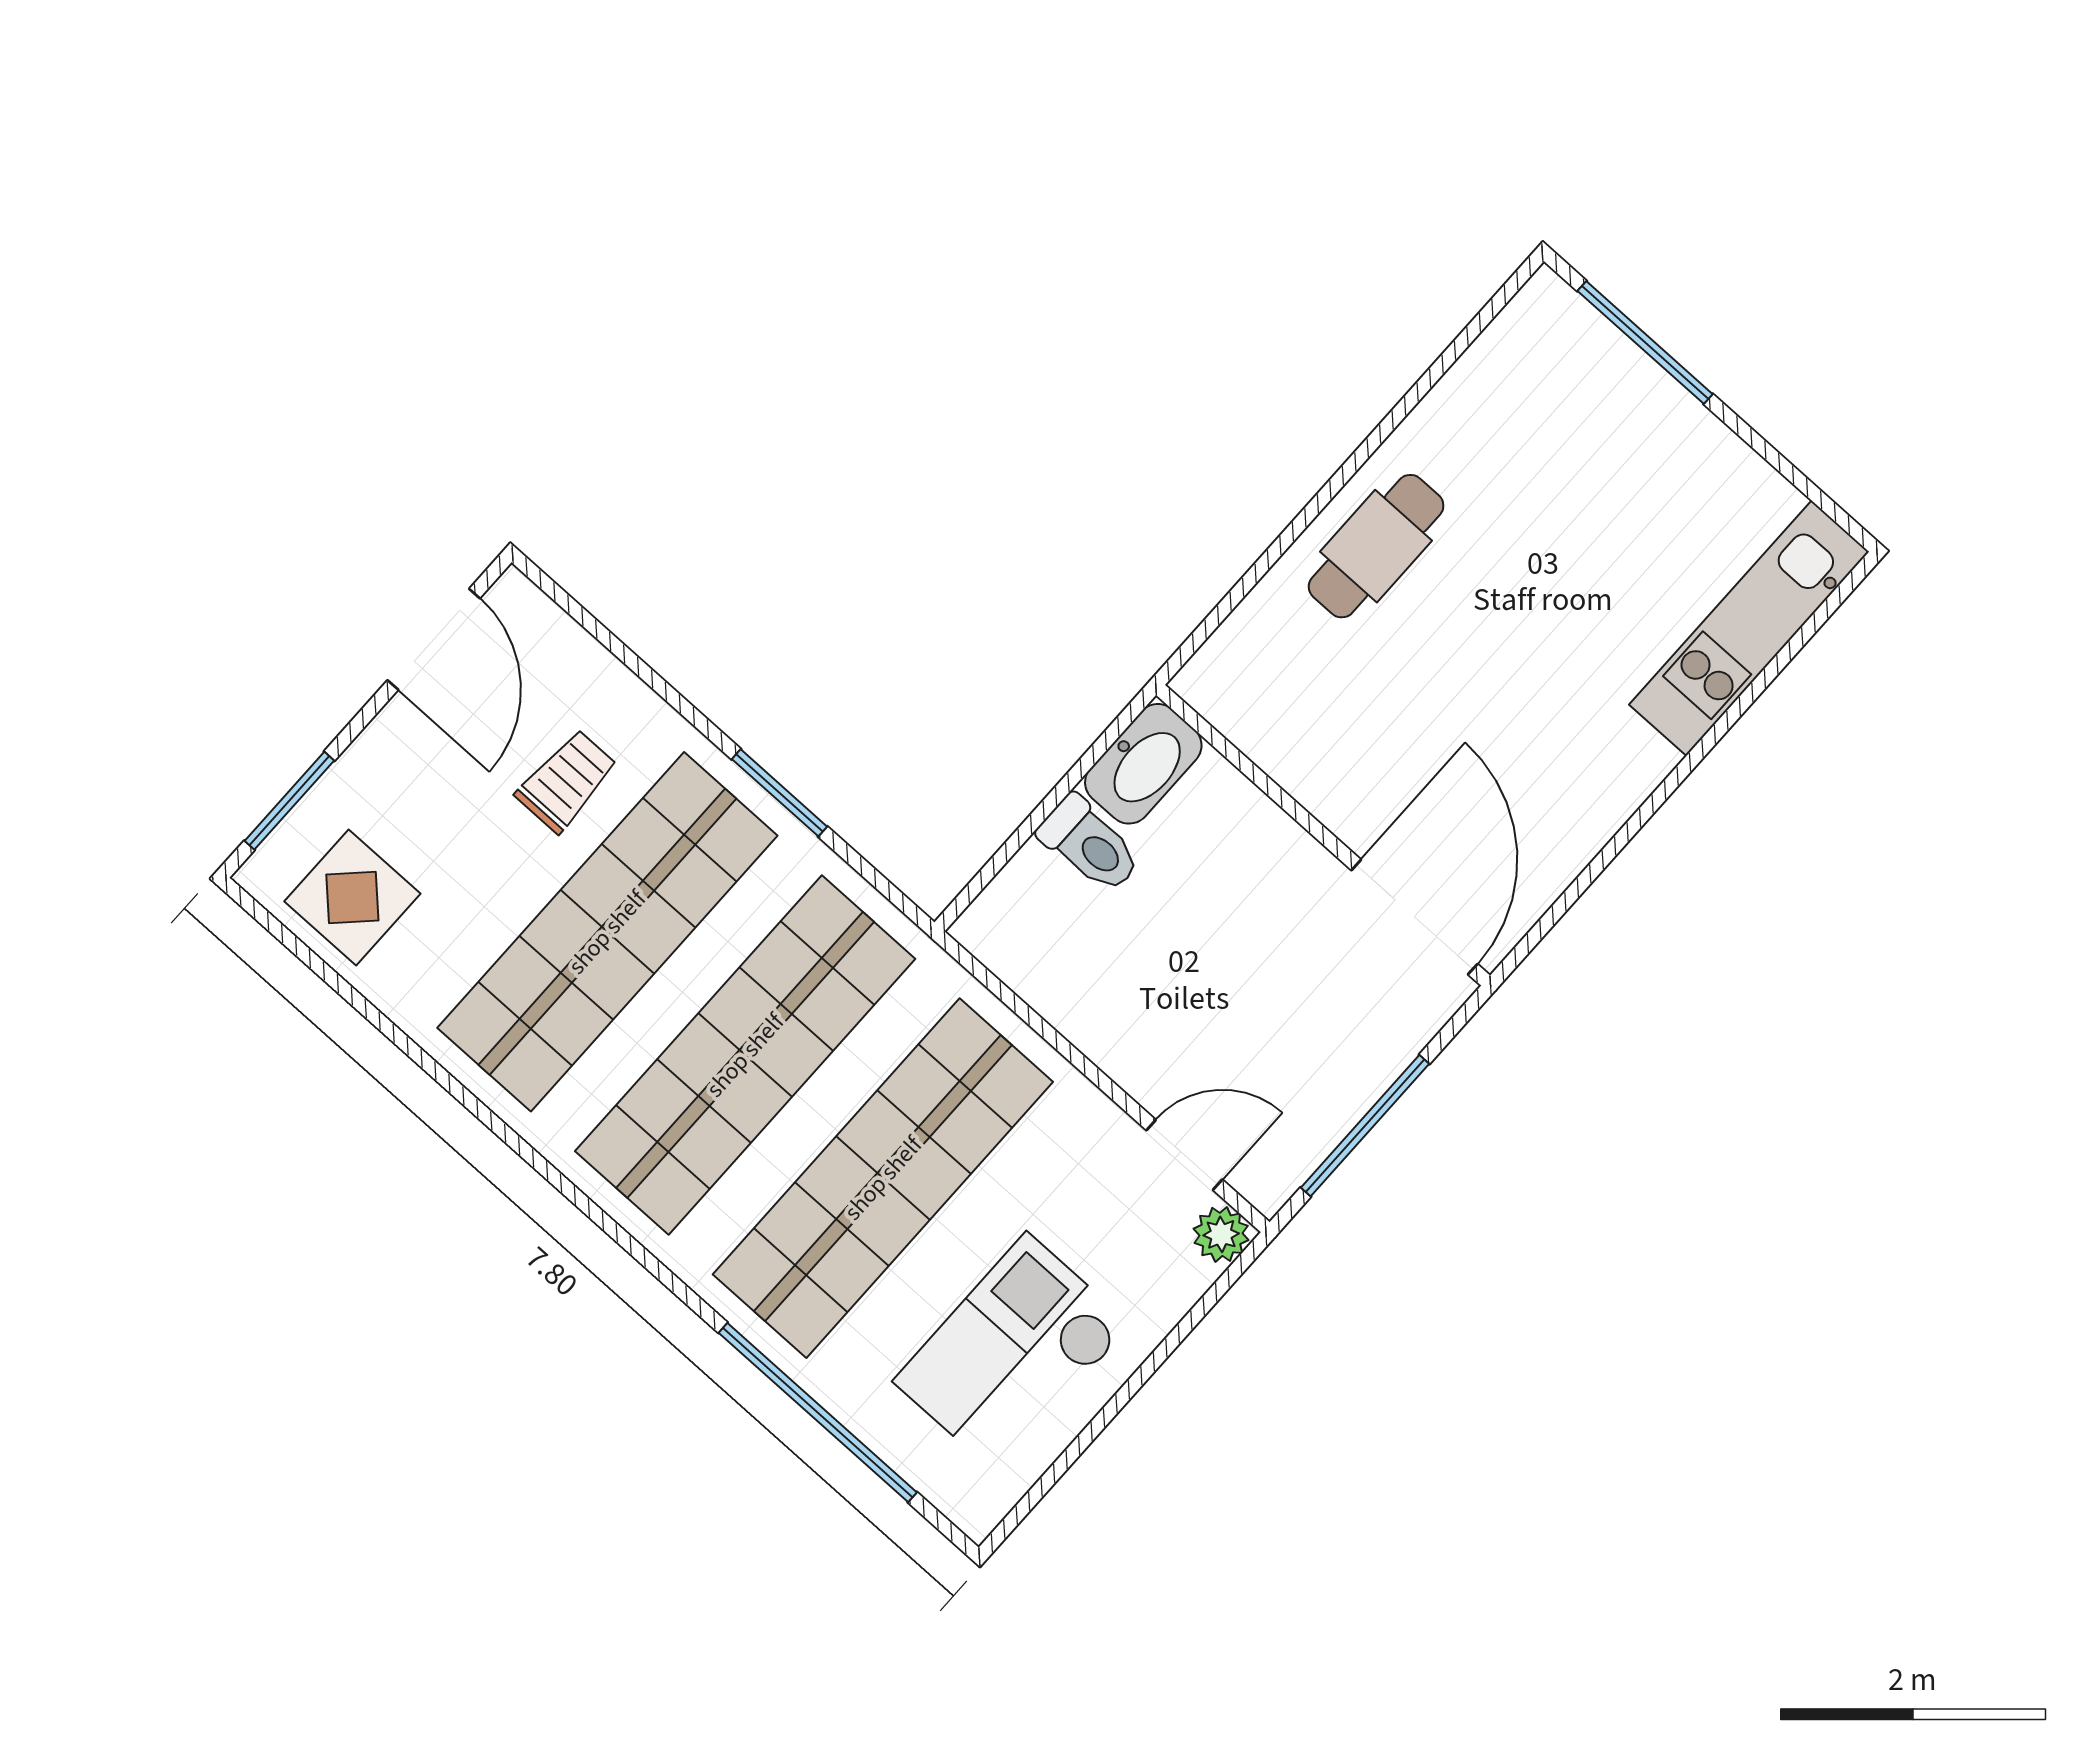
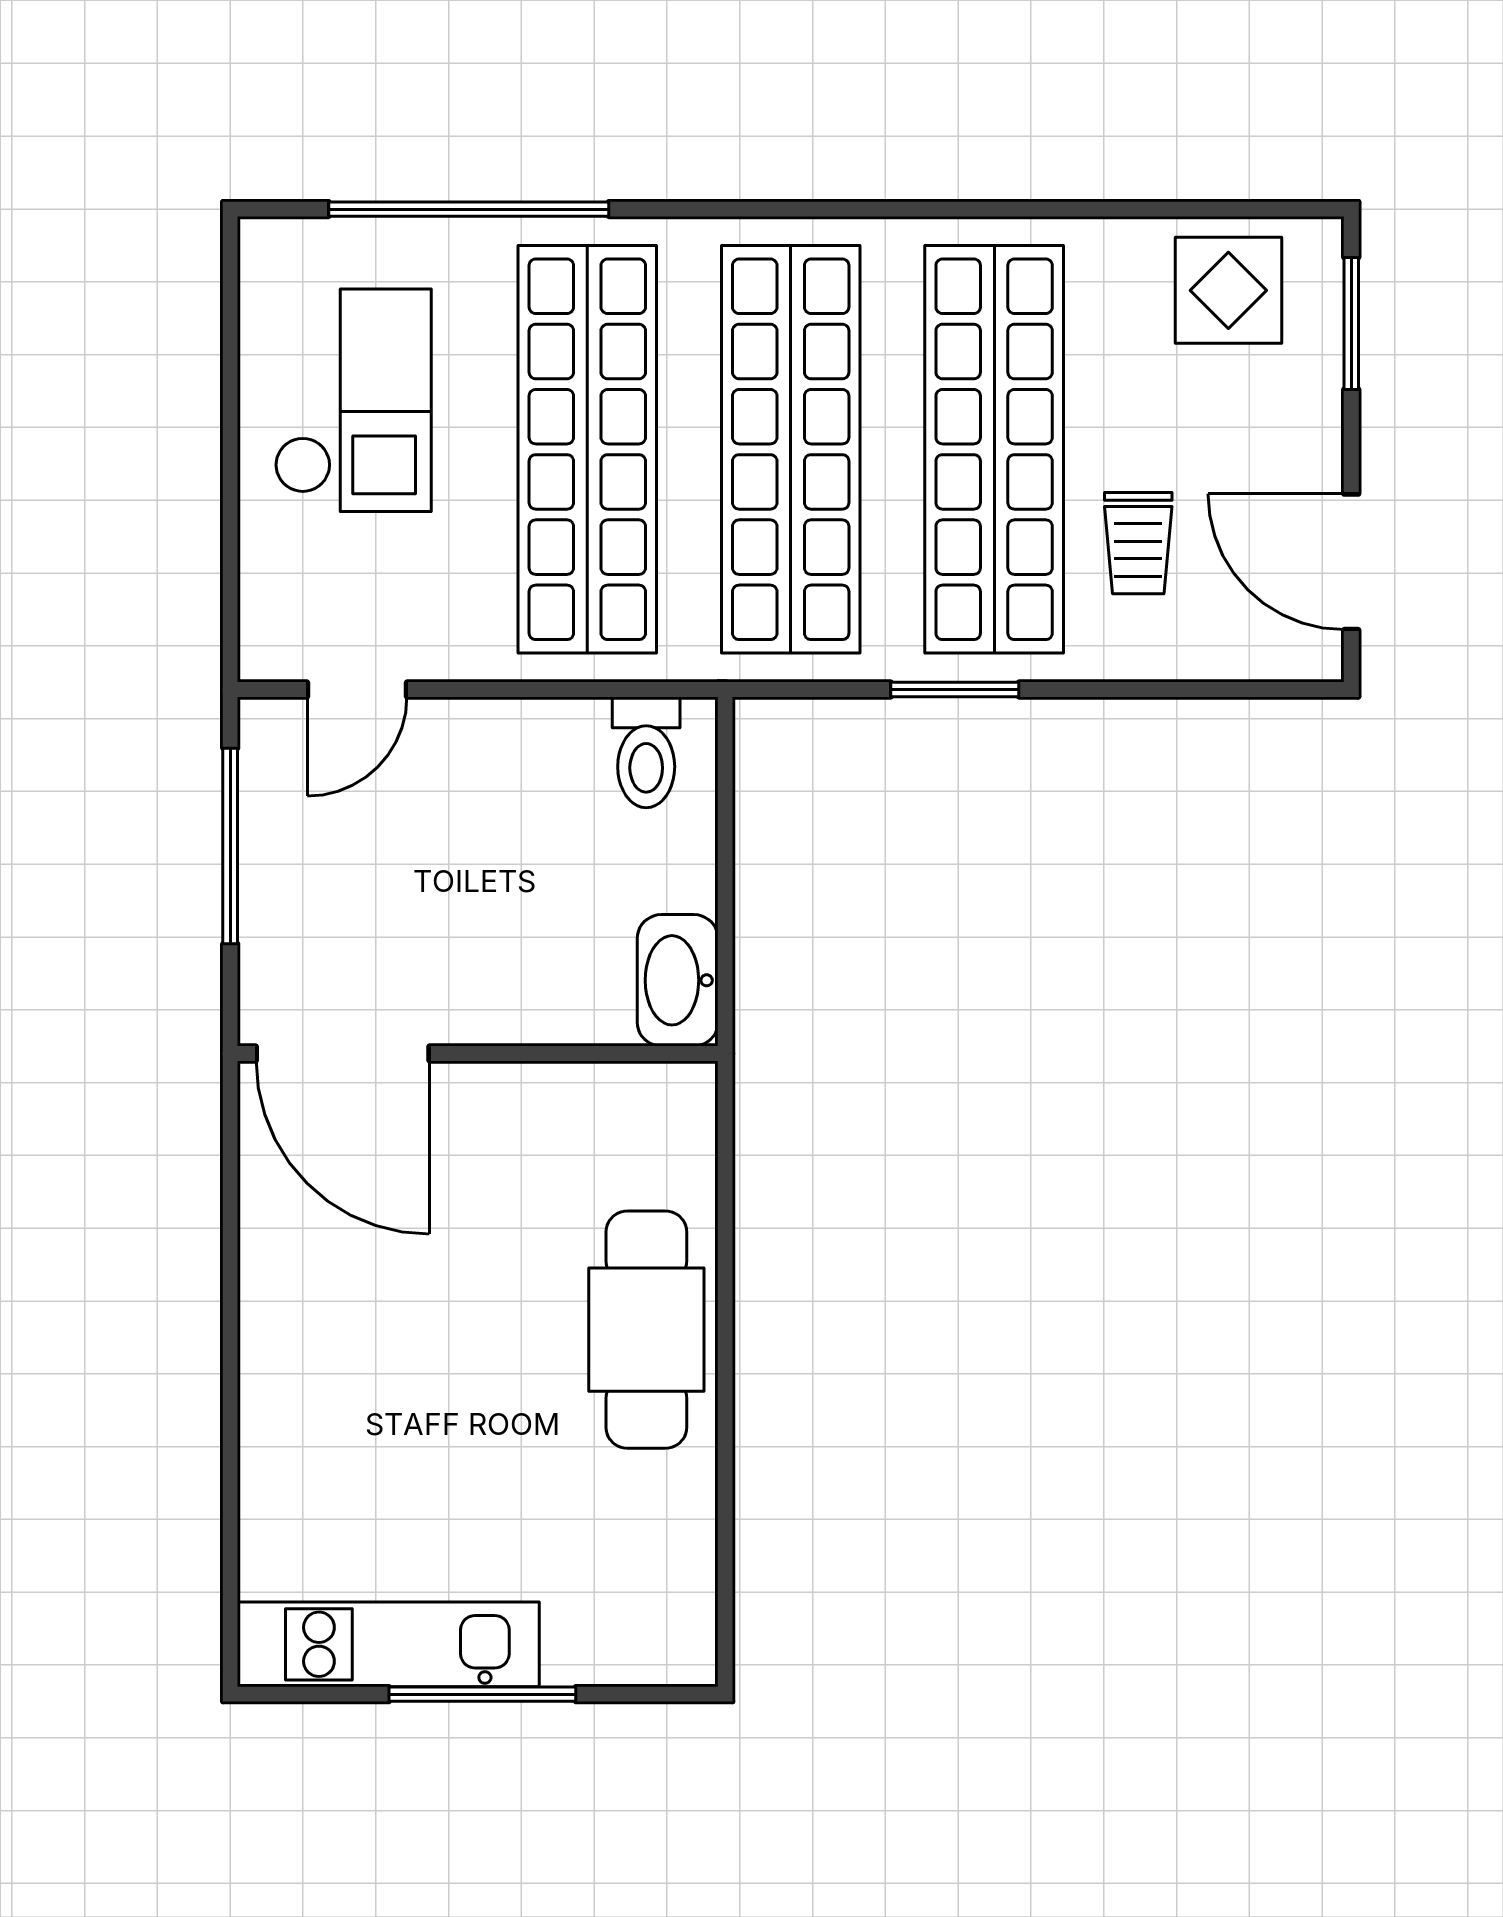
window: (1645, 342) -> (482, 1694), moved
cafe table: (1376, 546) -> (646, 1330), width x1.37, depth x1.35
kitchen unit: (1749, 628) -> (388, 1644), moved, turned -90
toilet: (1090, 844) -> (646, 752), moved, turned -90
plant: (1221, 1234) -> (269, 651), removed

